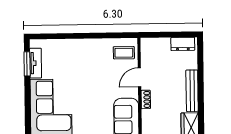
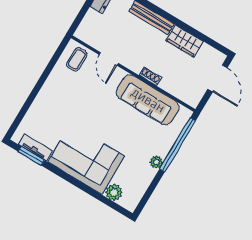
shoe rack: (146, 99) -> (150, 76), moved

